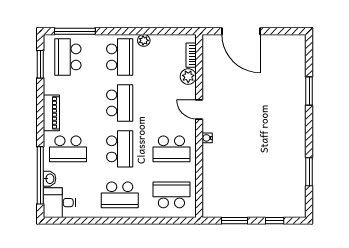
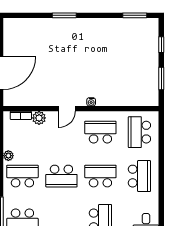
window: (309, 91) -> (64, 15), moved
school desk: (120, 103) -> (61, 176), turned 180
school desk: (171, 149) -> (100, 132), turned -90
window: (309, 172) -> (135, 15), moved

